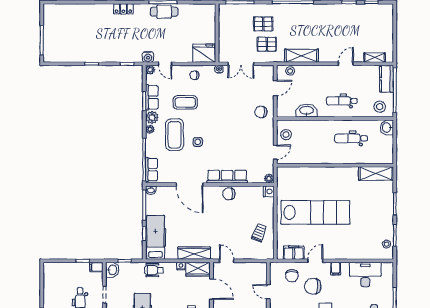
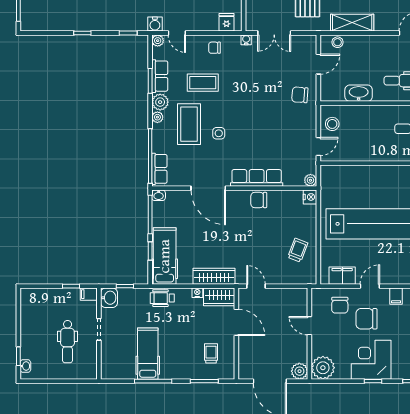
fridge: (204, 53) -> (226, 22), width x0.53, depth x0.75

